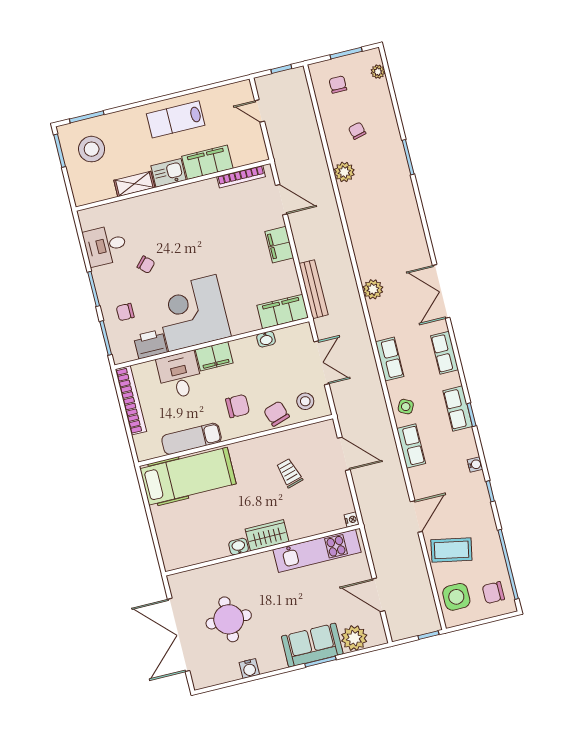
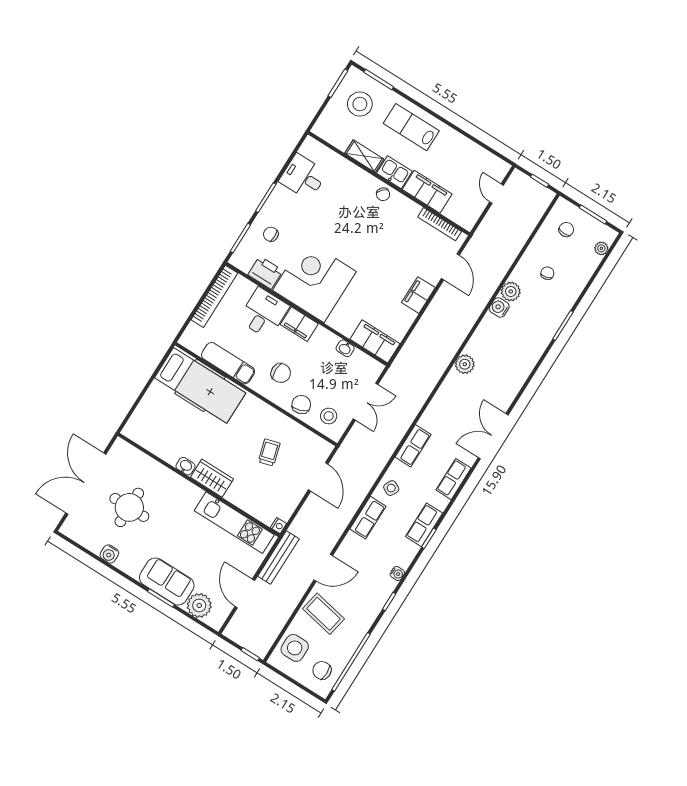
lab bench: (176, 119) -> (411, 127), moved
water cooler: (348, 192) -> (499, 307), added
chair: (146, 265) -> (383, 194), moved
bench: (313, 289) -> (278, 557), moved
plant: (373, 289) -> (465, 364), moved

